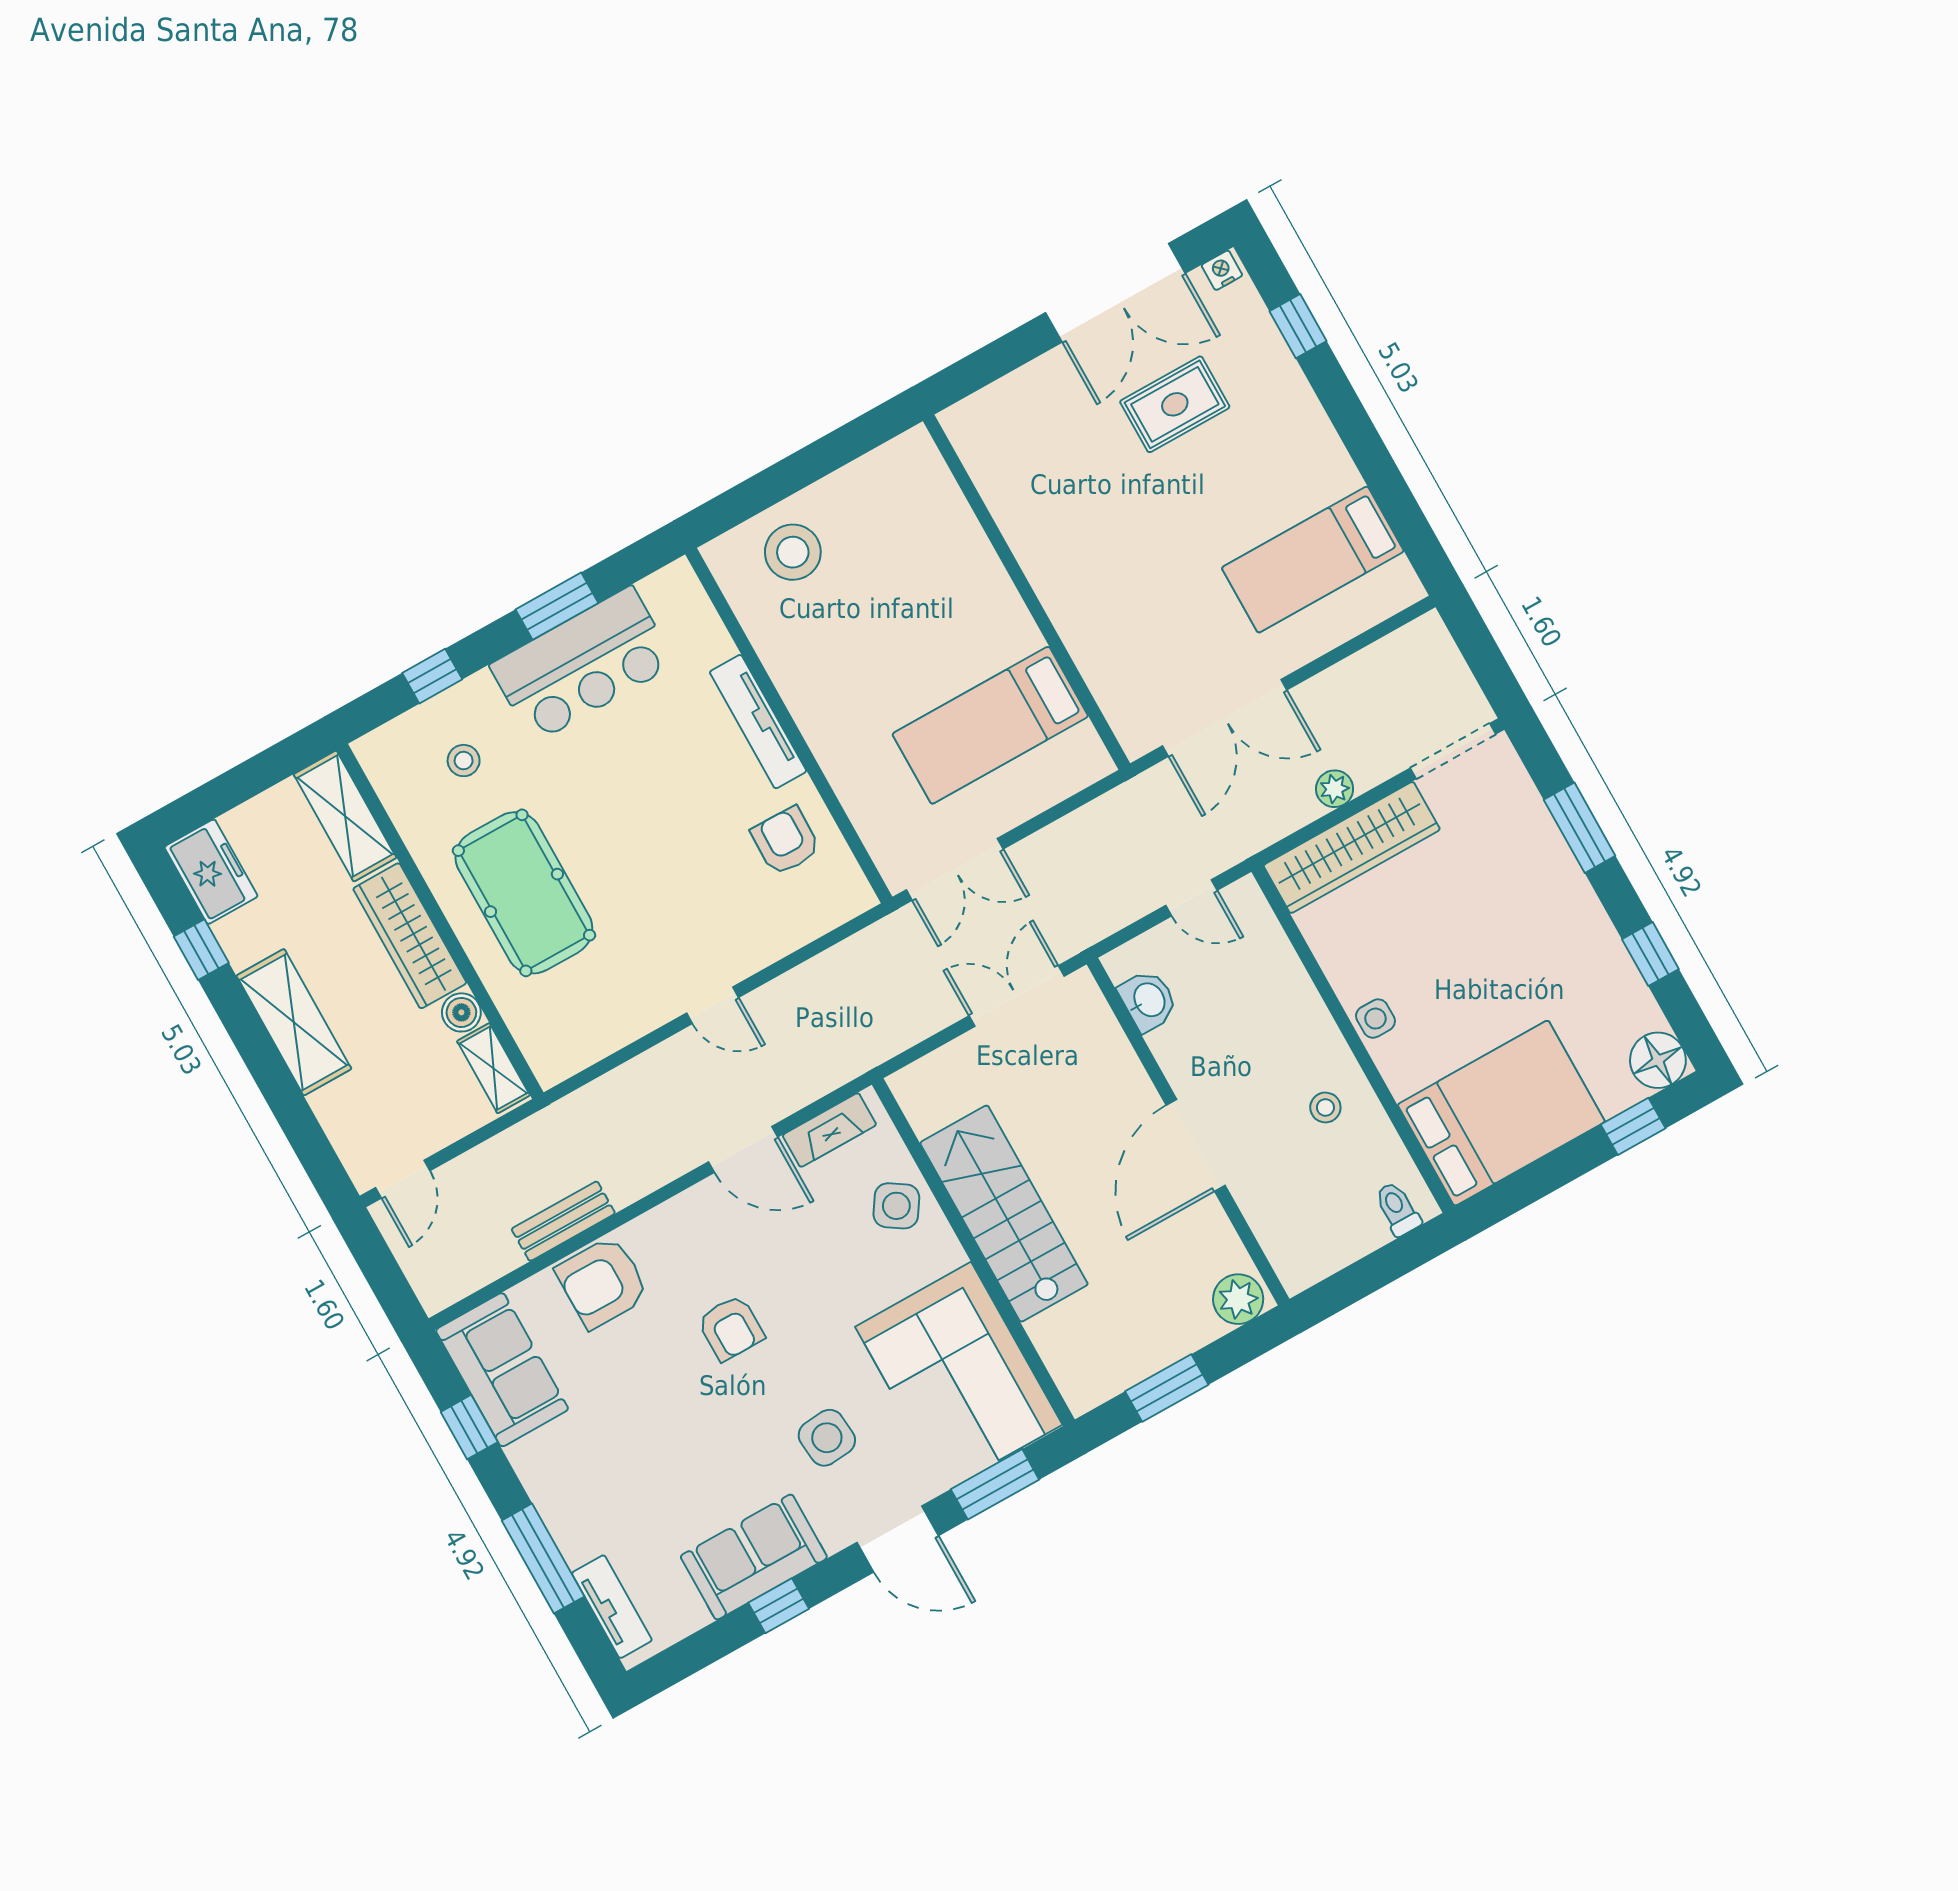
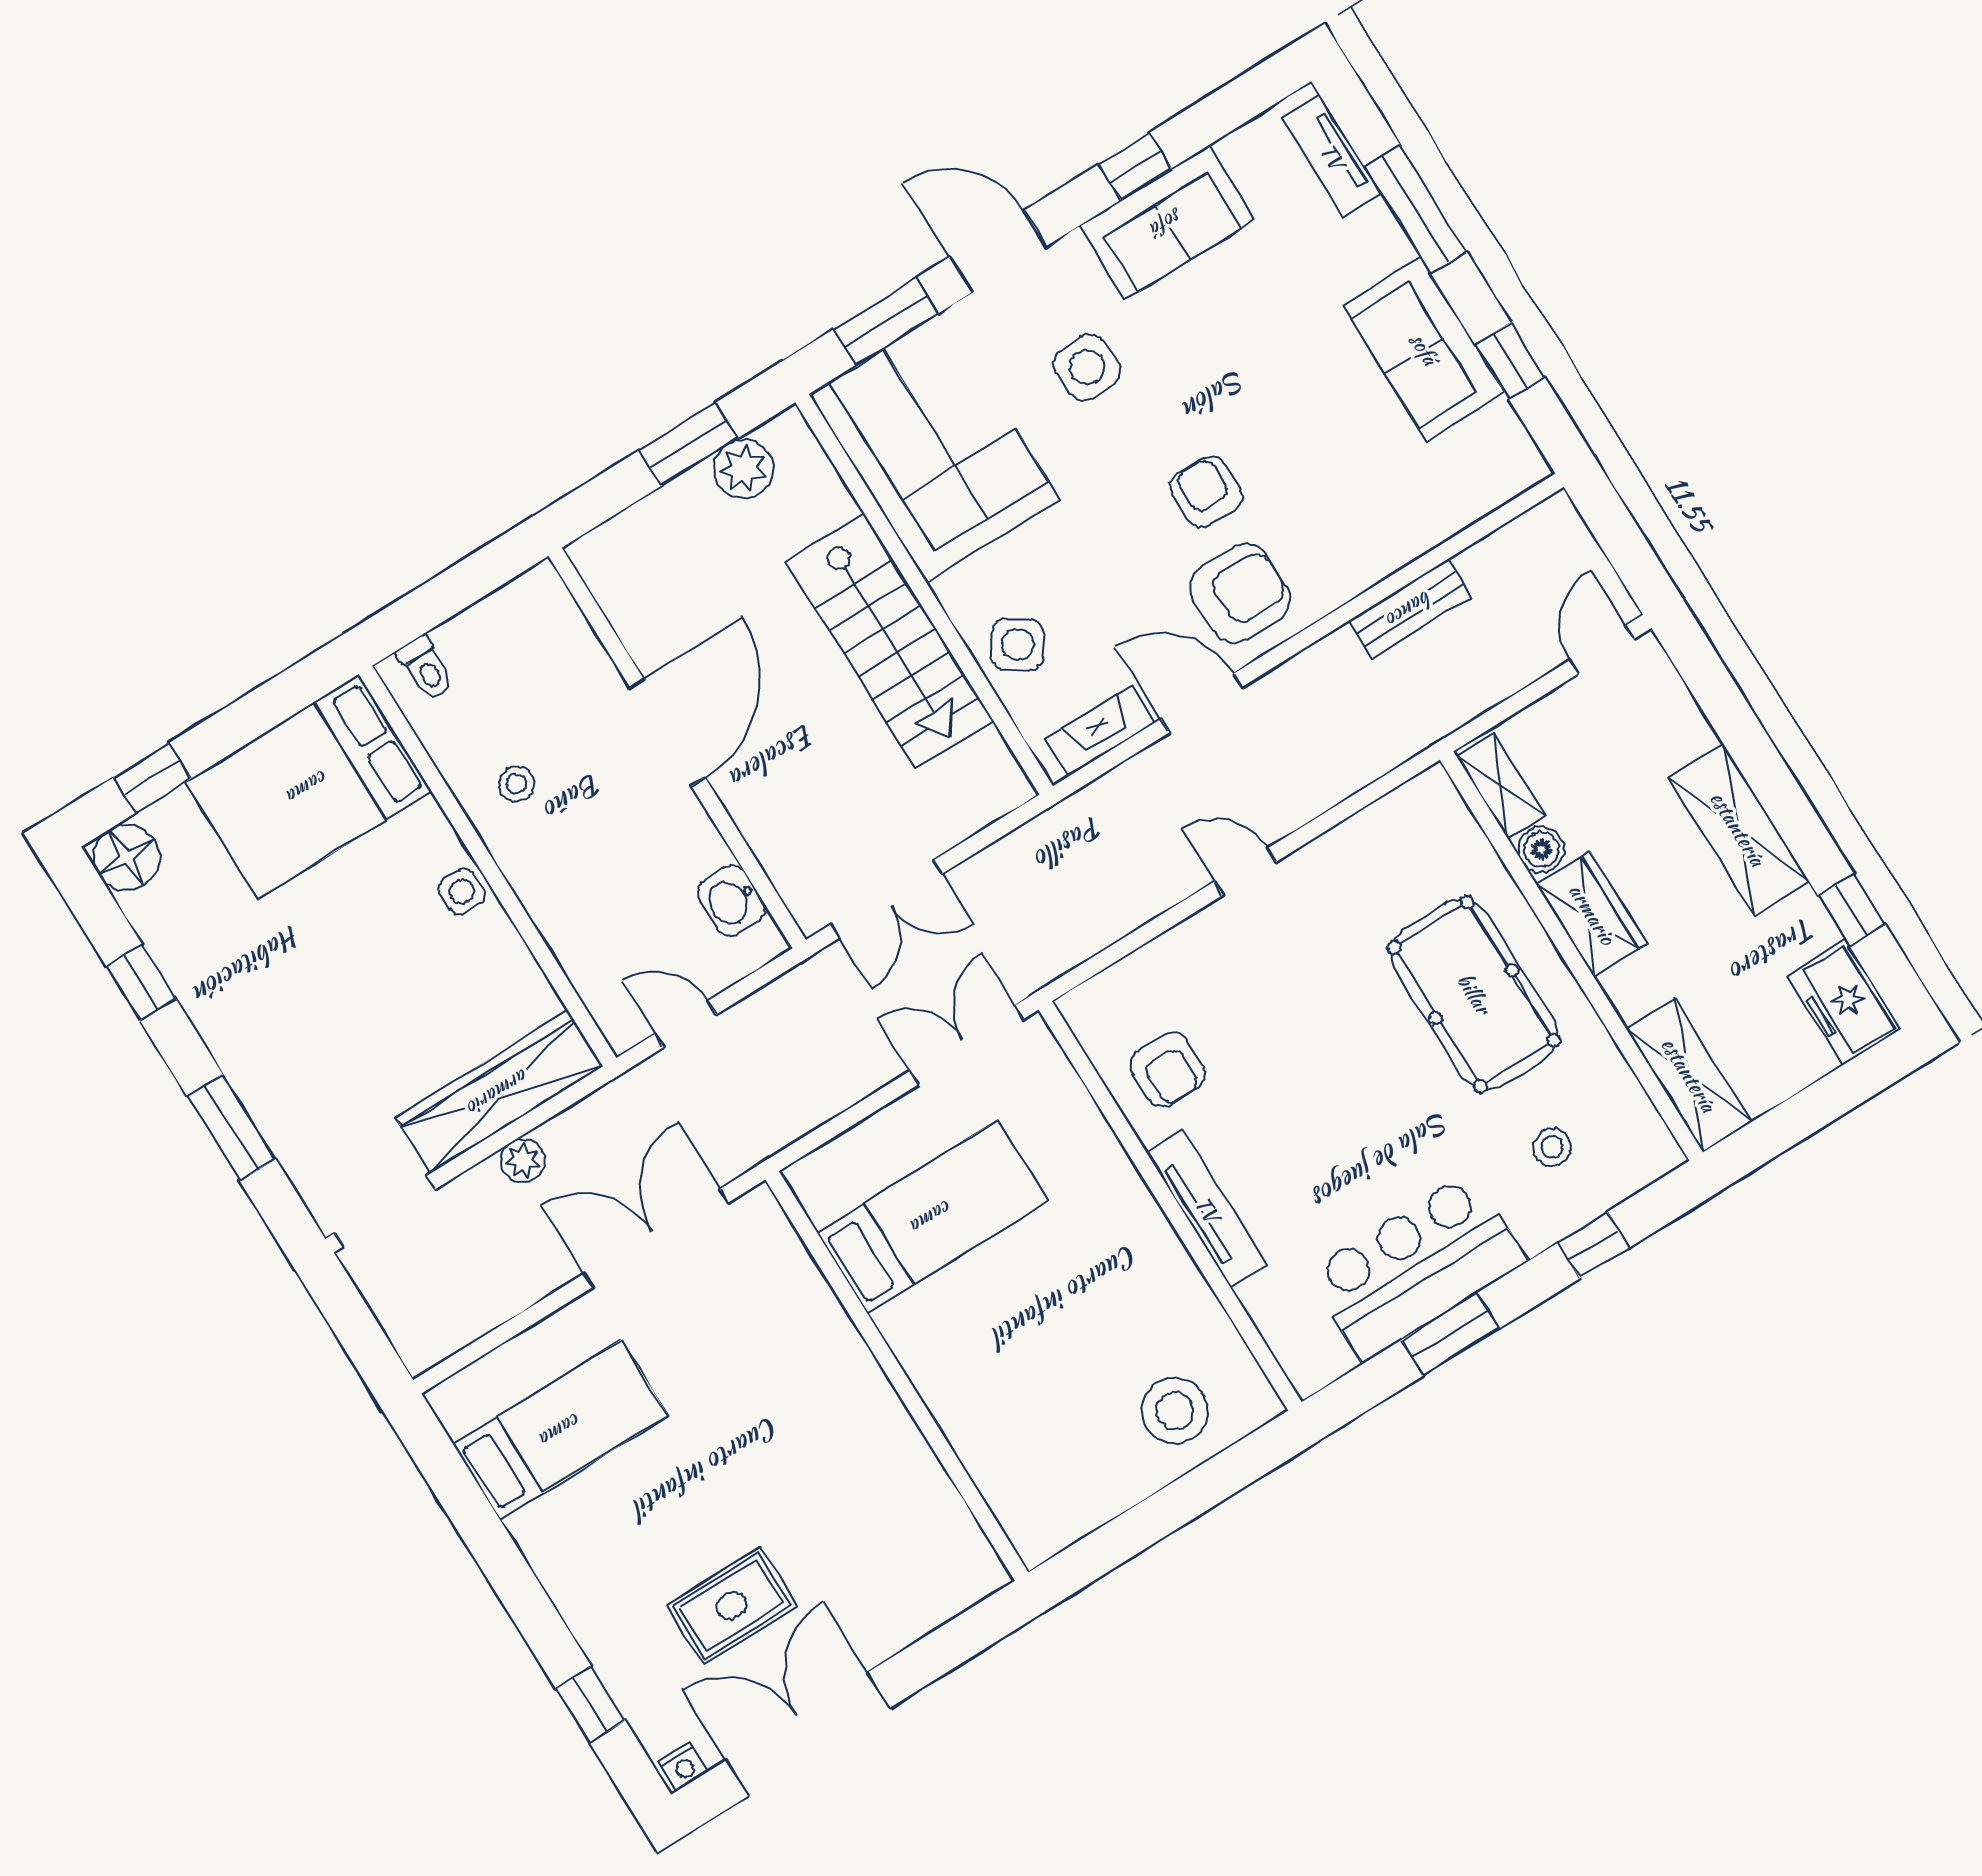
wardrobe: (410, 936) -> (1592, 914), width x0.67
armchair: (602, 1282) -> (1240, 593), moved
plant: (1238, 1299) -> (744, 469), moved
sofa: (502, 1370) -> (1424, 349), moved

